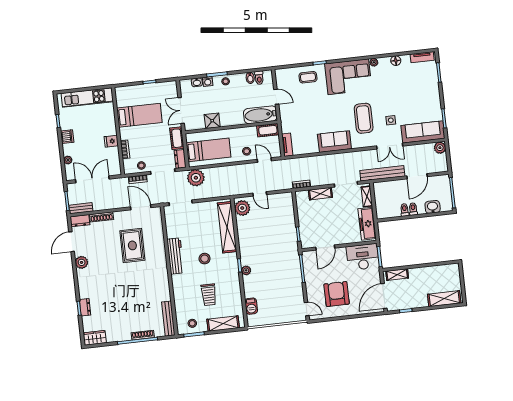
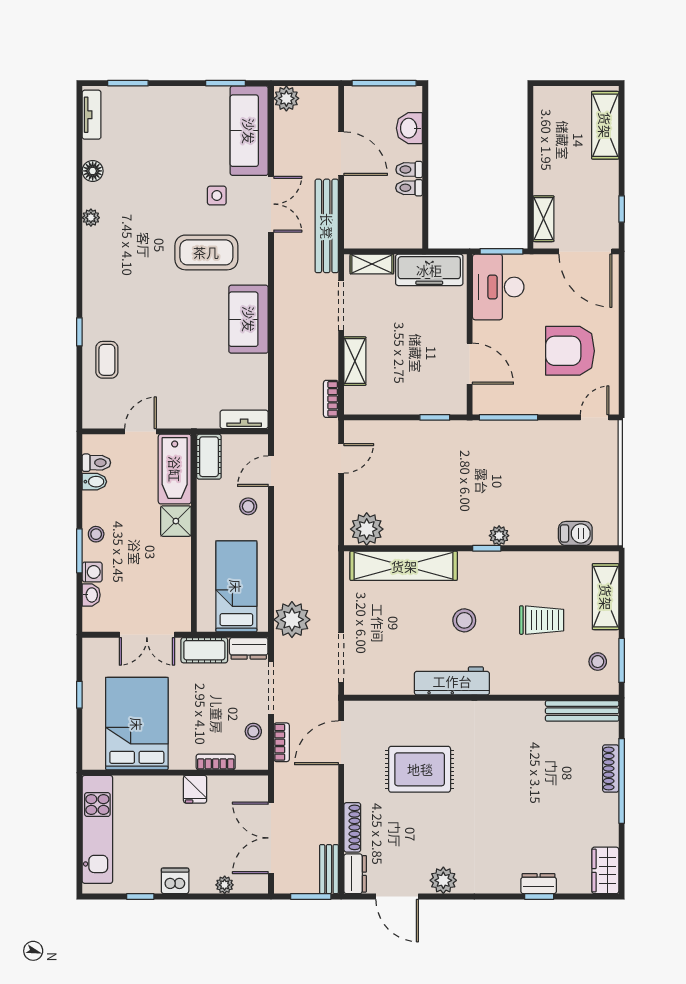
corner sofa: (348, 77) -> (115, 275), removed
bed: (139, 115) -> (137, 724), width x1.50
shower: (212, 121) -> (176, 521), moved
door: (260, 194) -> (341, 458), moved

